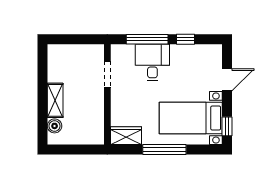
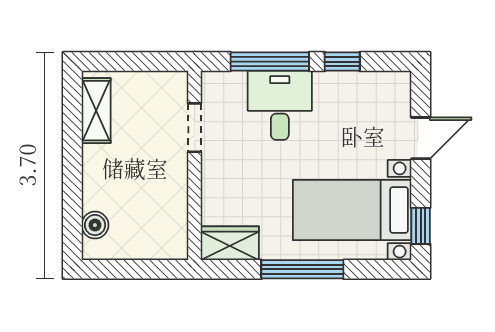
shelving: (55, 100) -> (96, 111), moved

